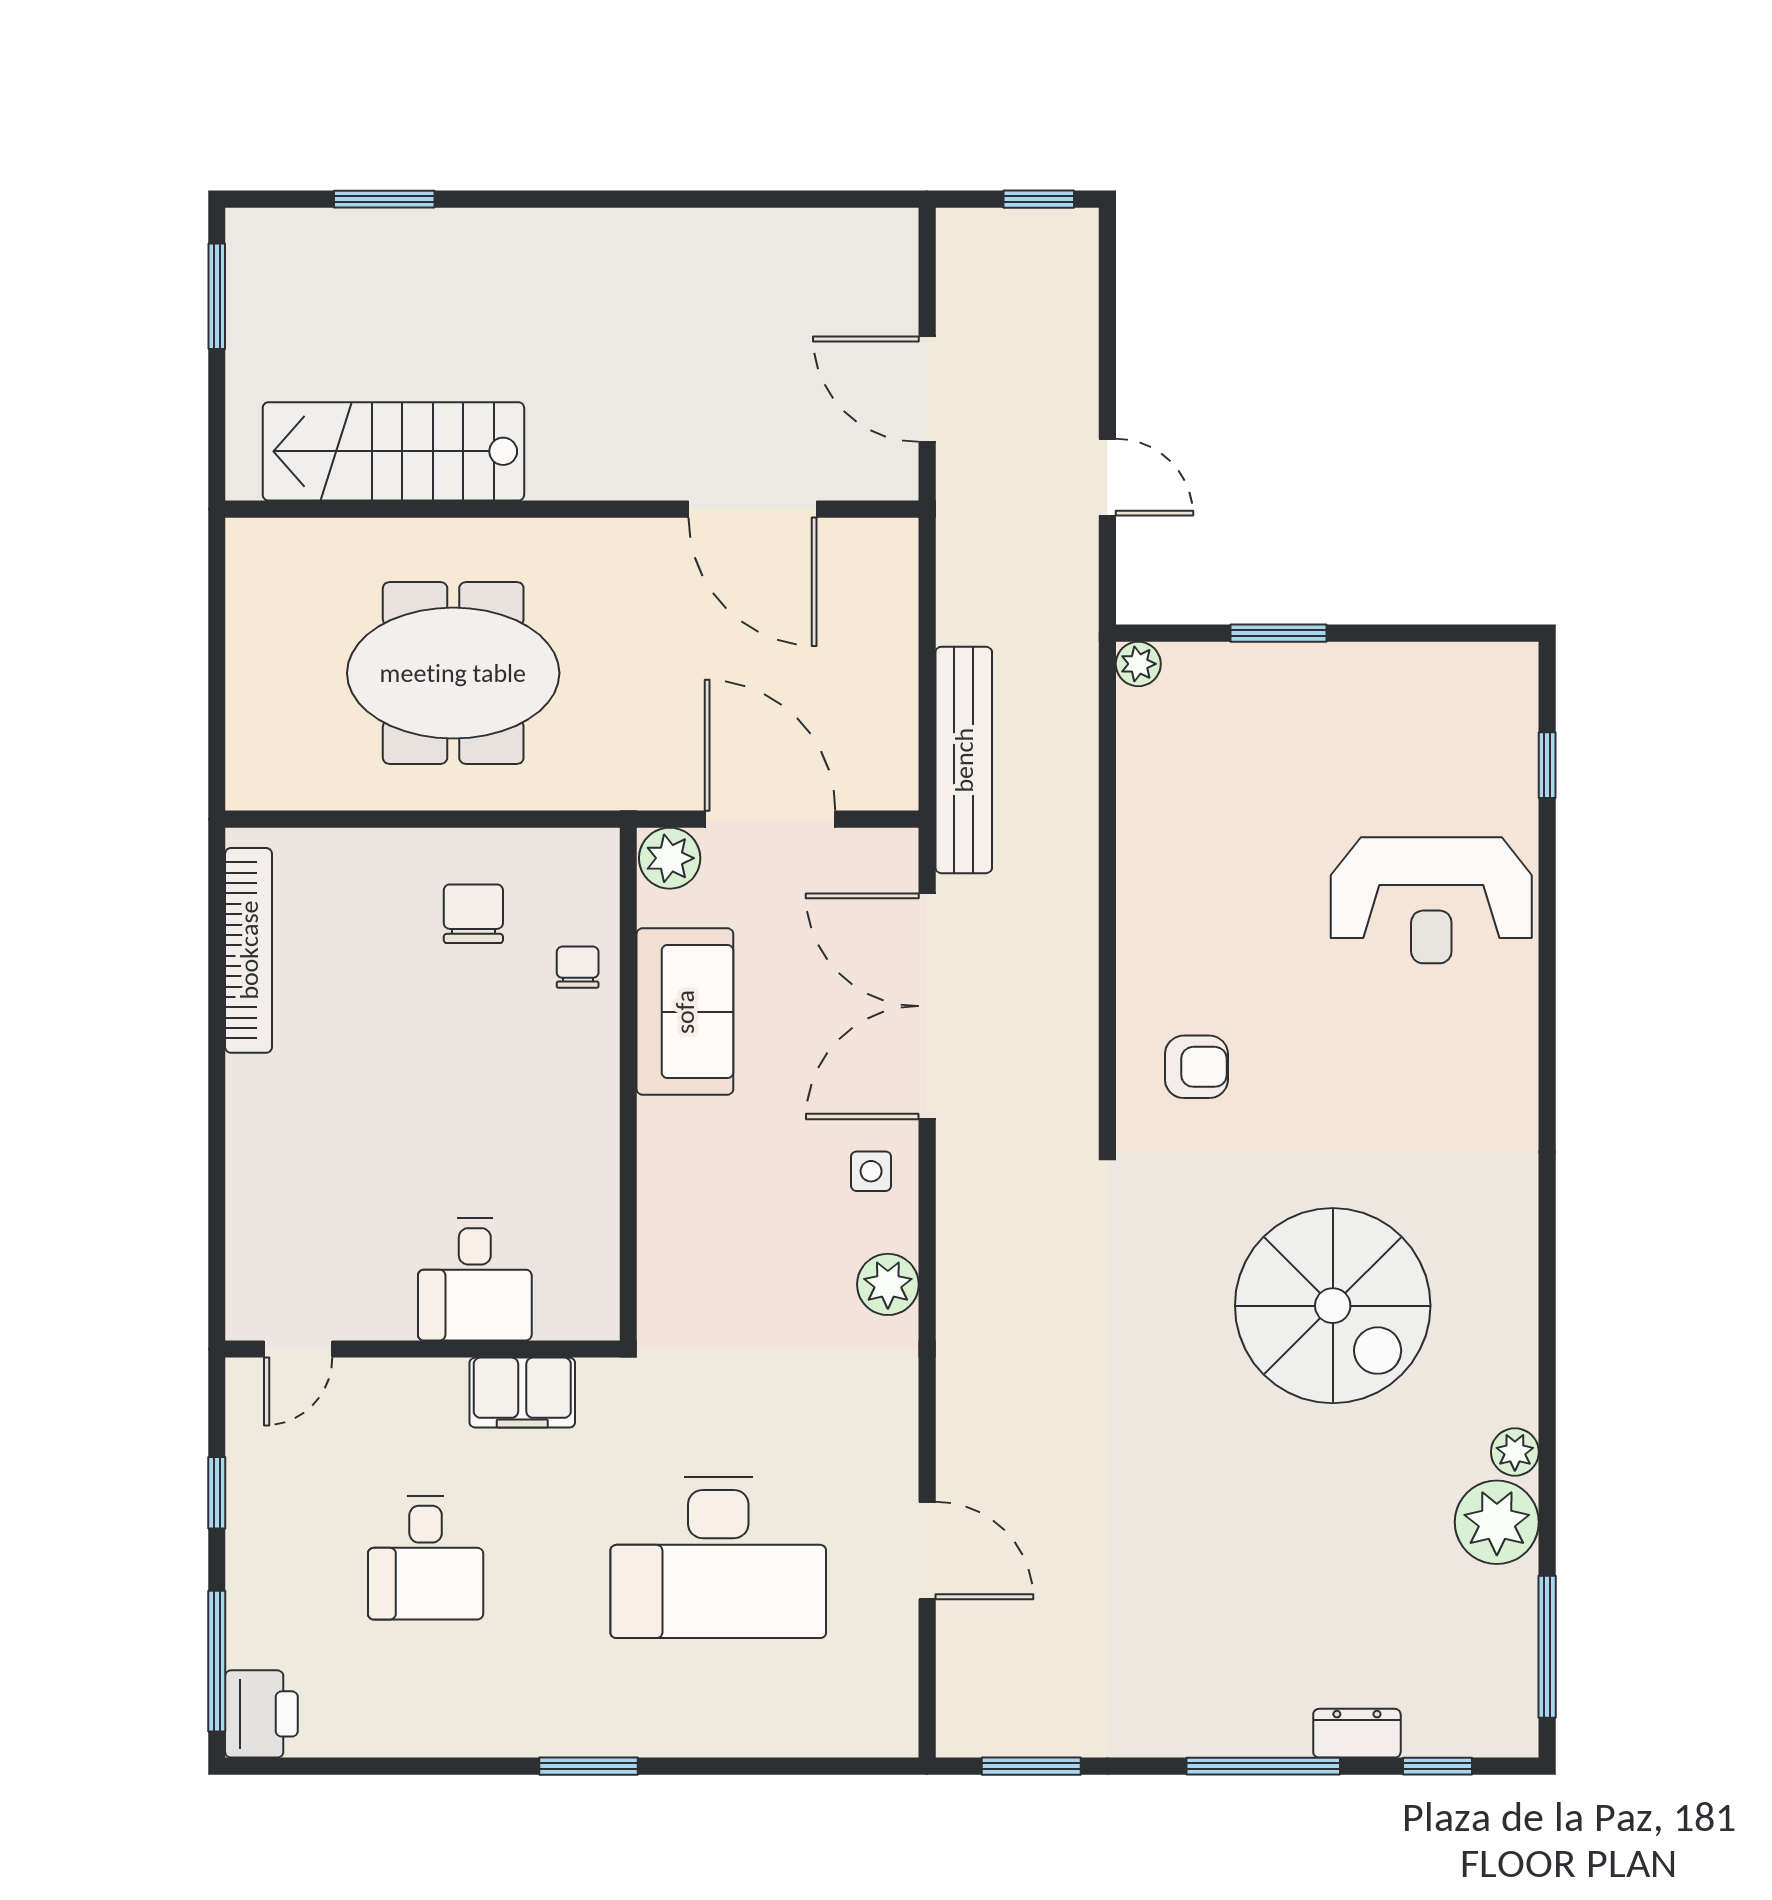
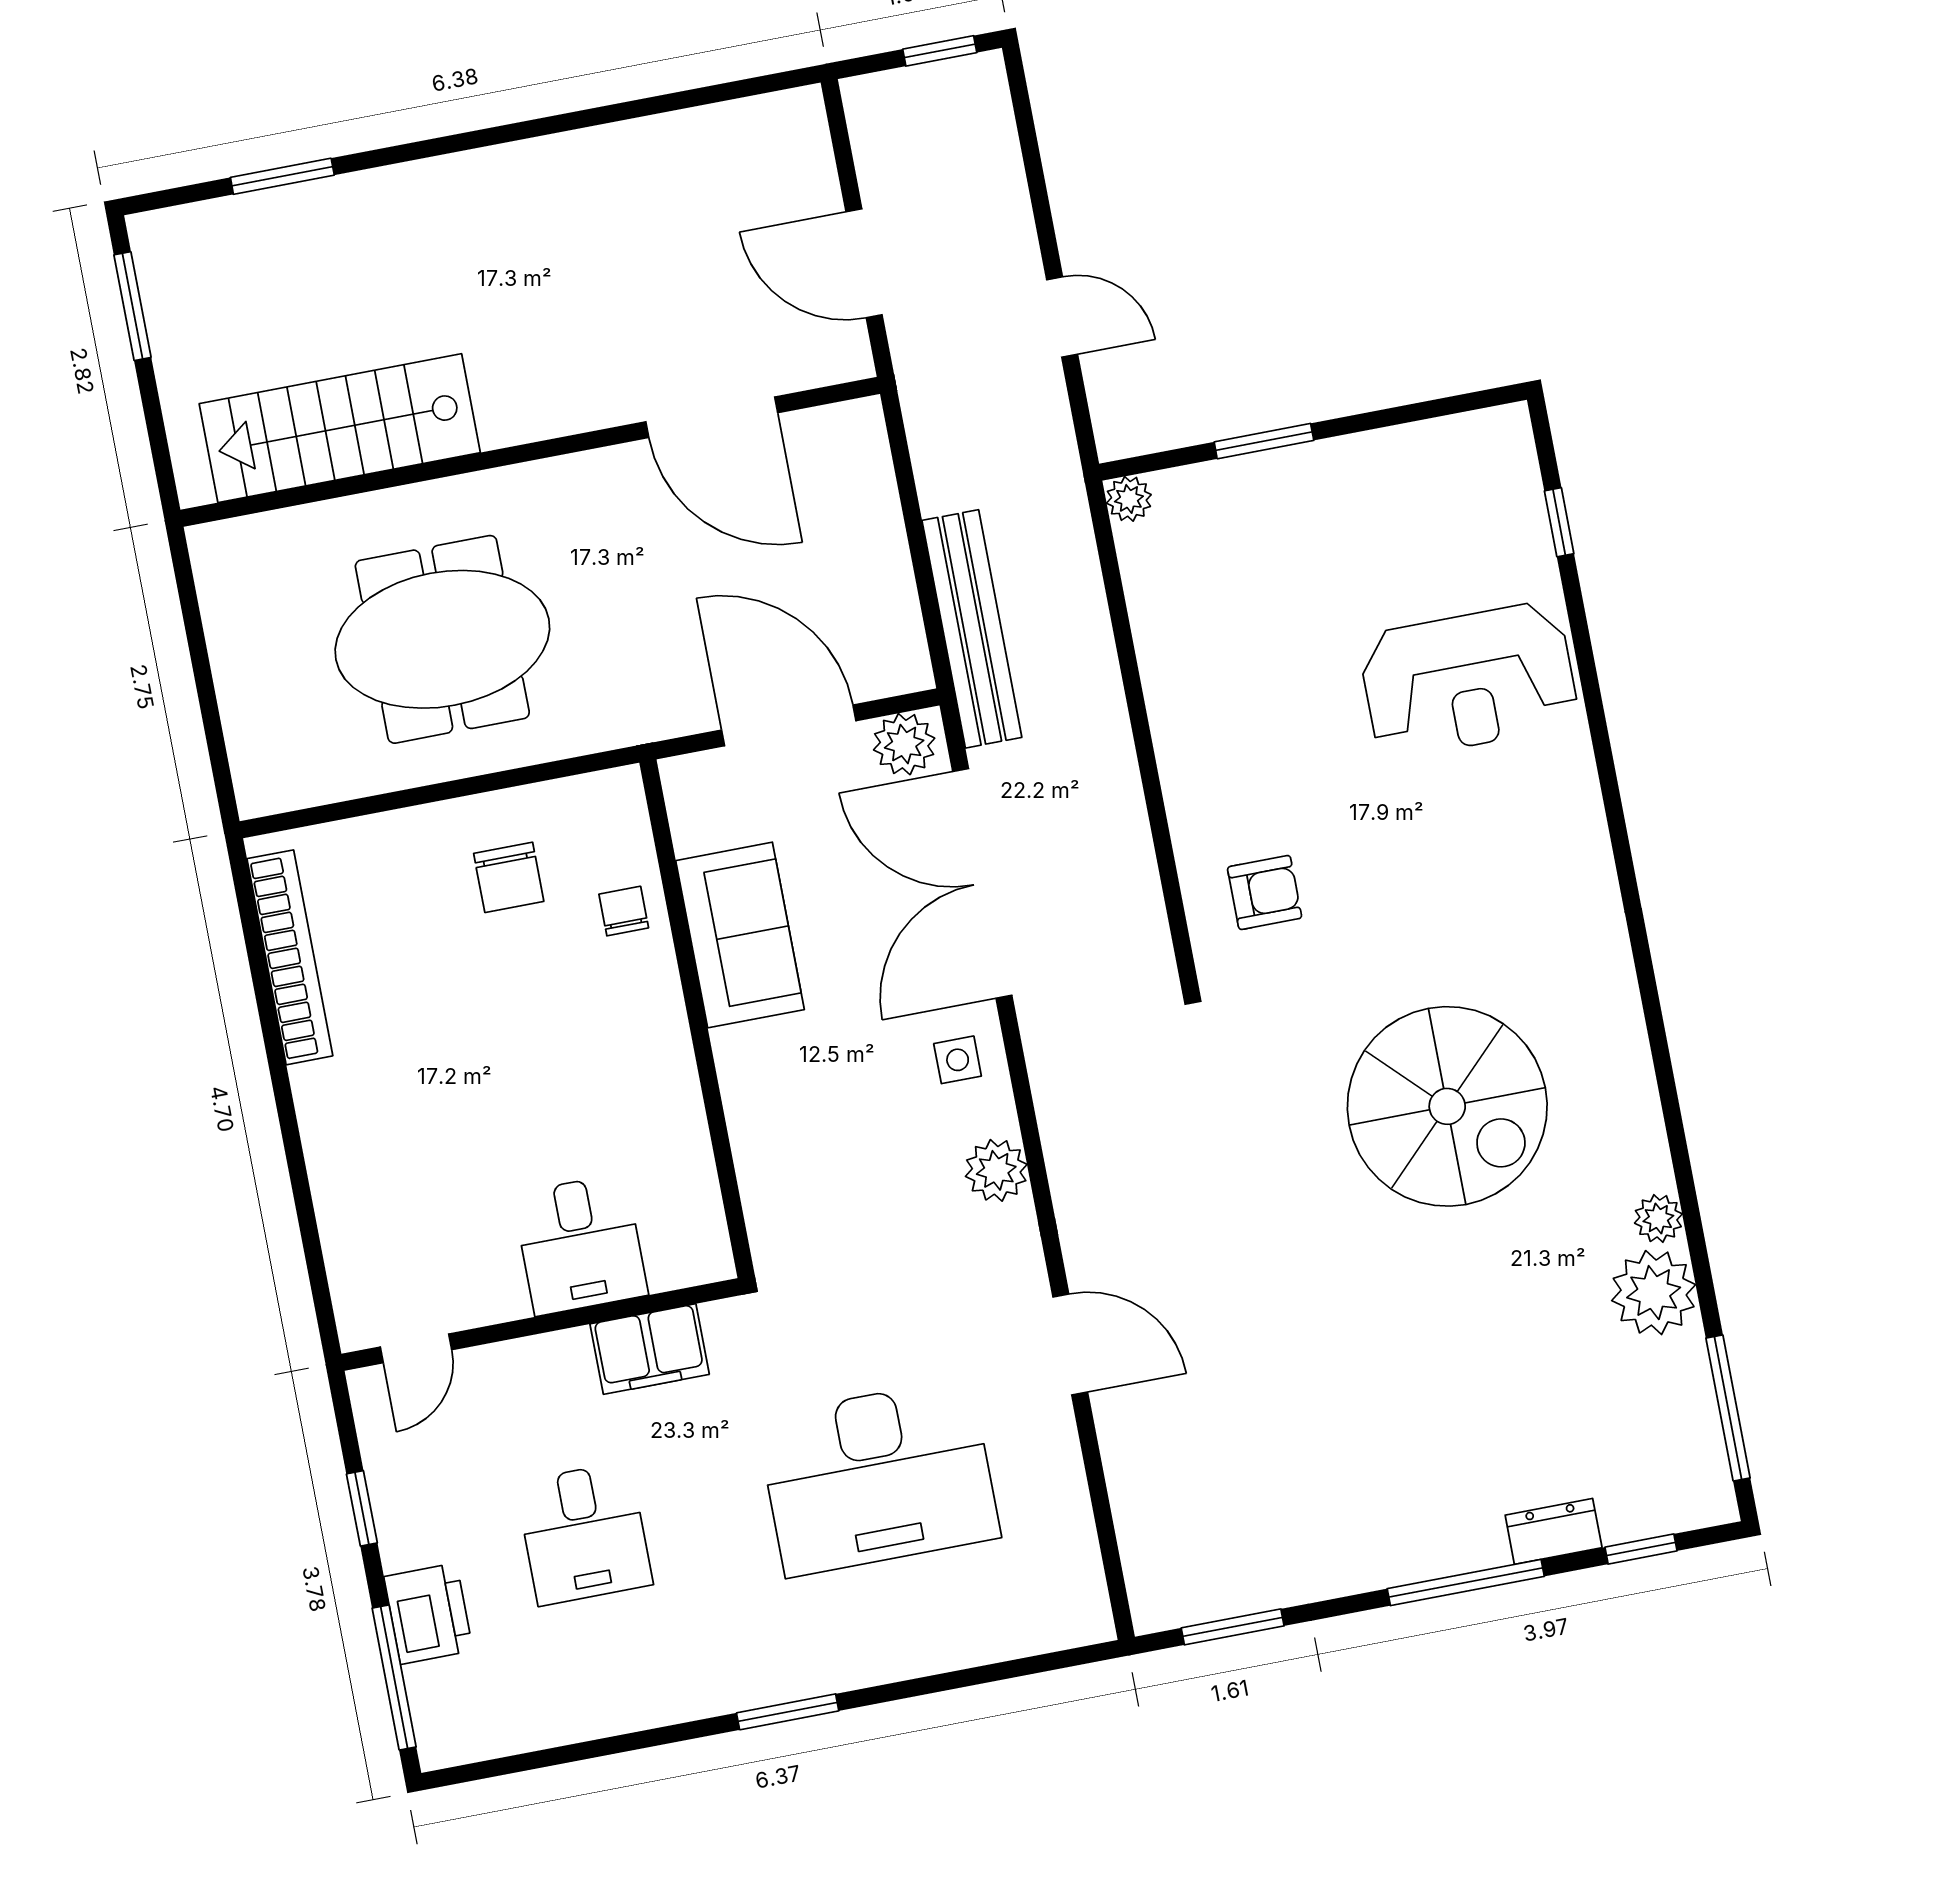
plant: (670, 858) -> (904, 744), moved
chair: (473, 914) -> (509, 877), turned 180
door: (927, 1550) -> (1070, 1345), moved
printer: (261, 1714) -> (428, 1614), moved

